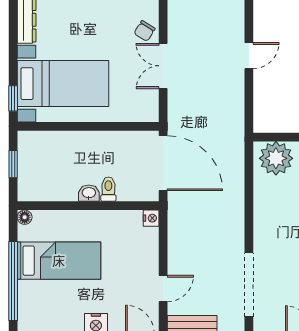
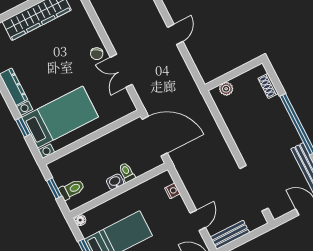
window: (13, 98) -> (23, 127), moved
plant: (276, 158) -> (226, 89), width x0.53, depth x0.53
toilet: (33, 176) -> (72, 189), added
nightstand: (151, 218) -> (172, 191), moved

